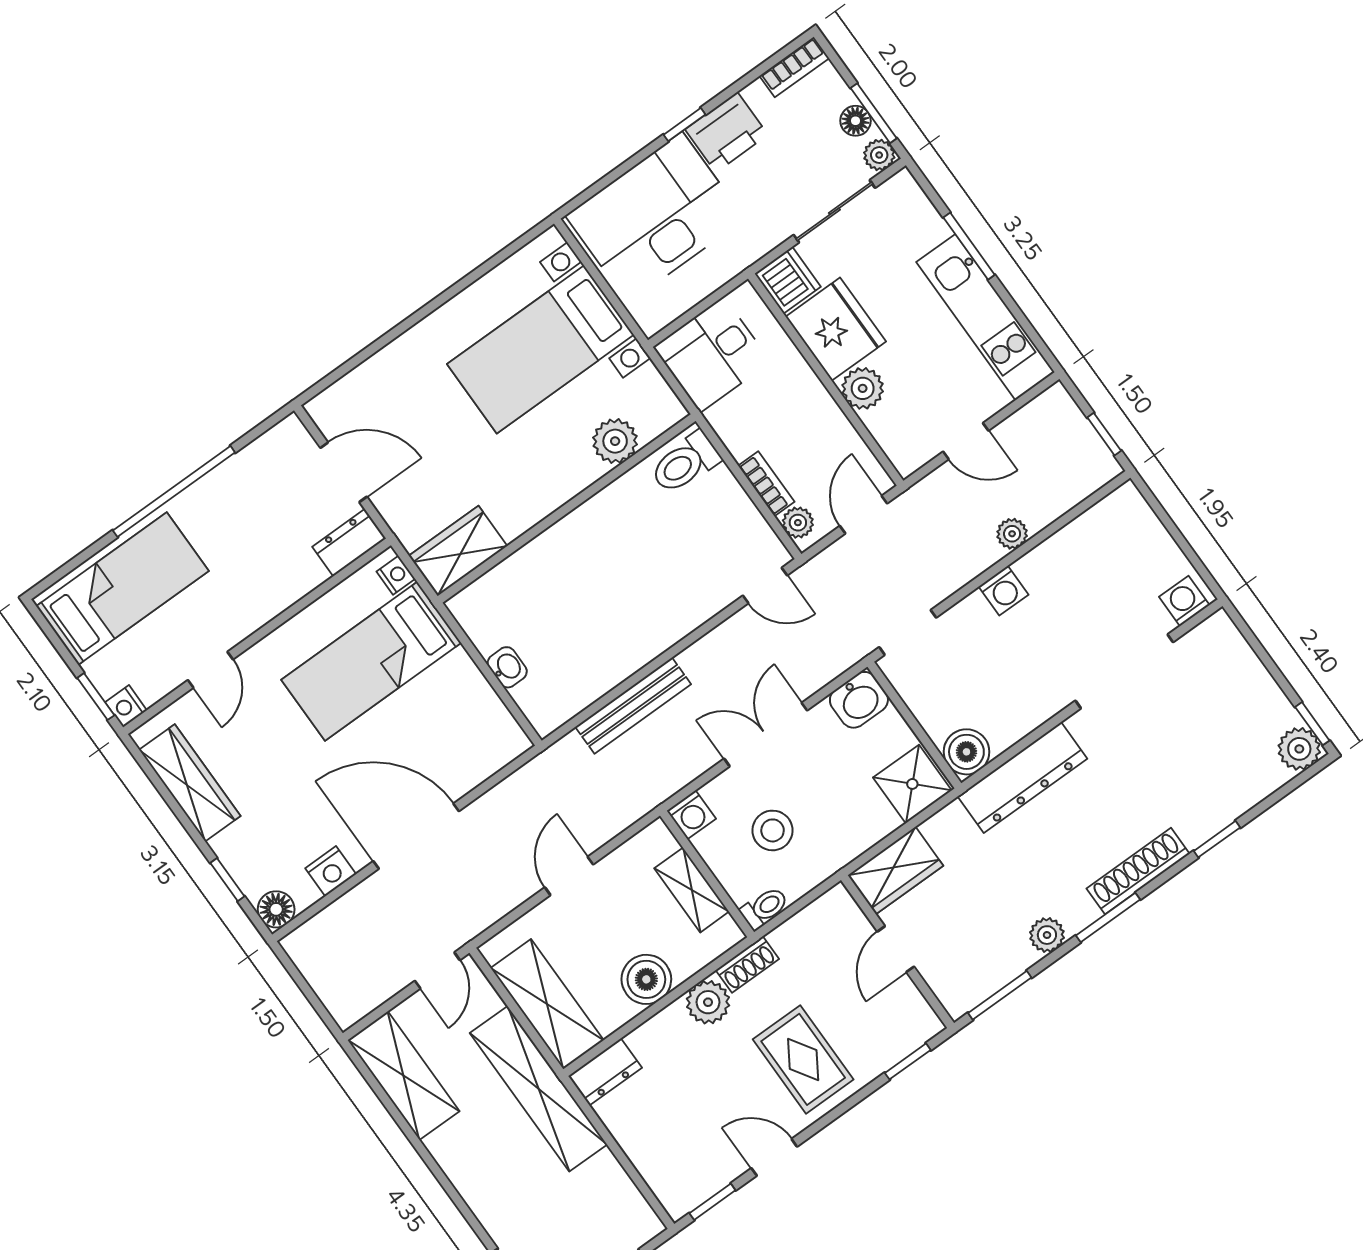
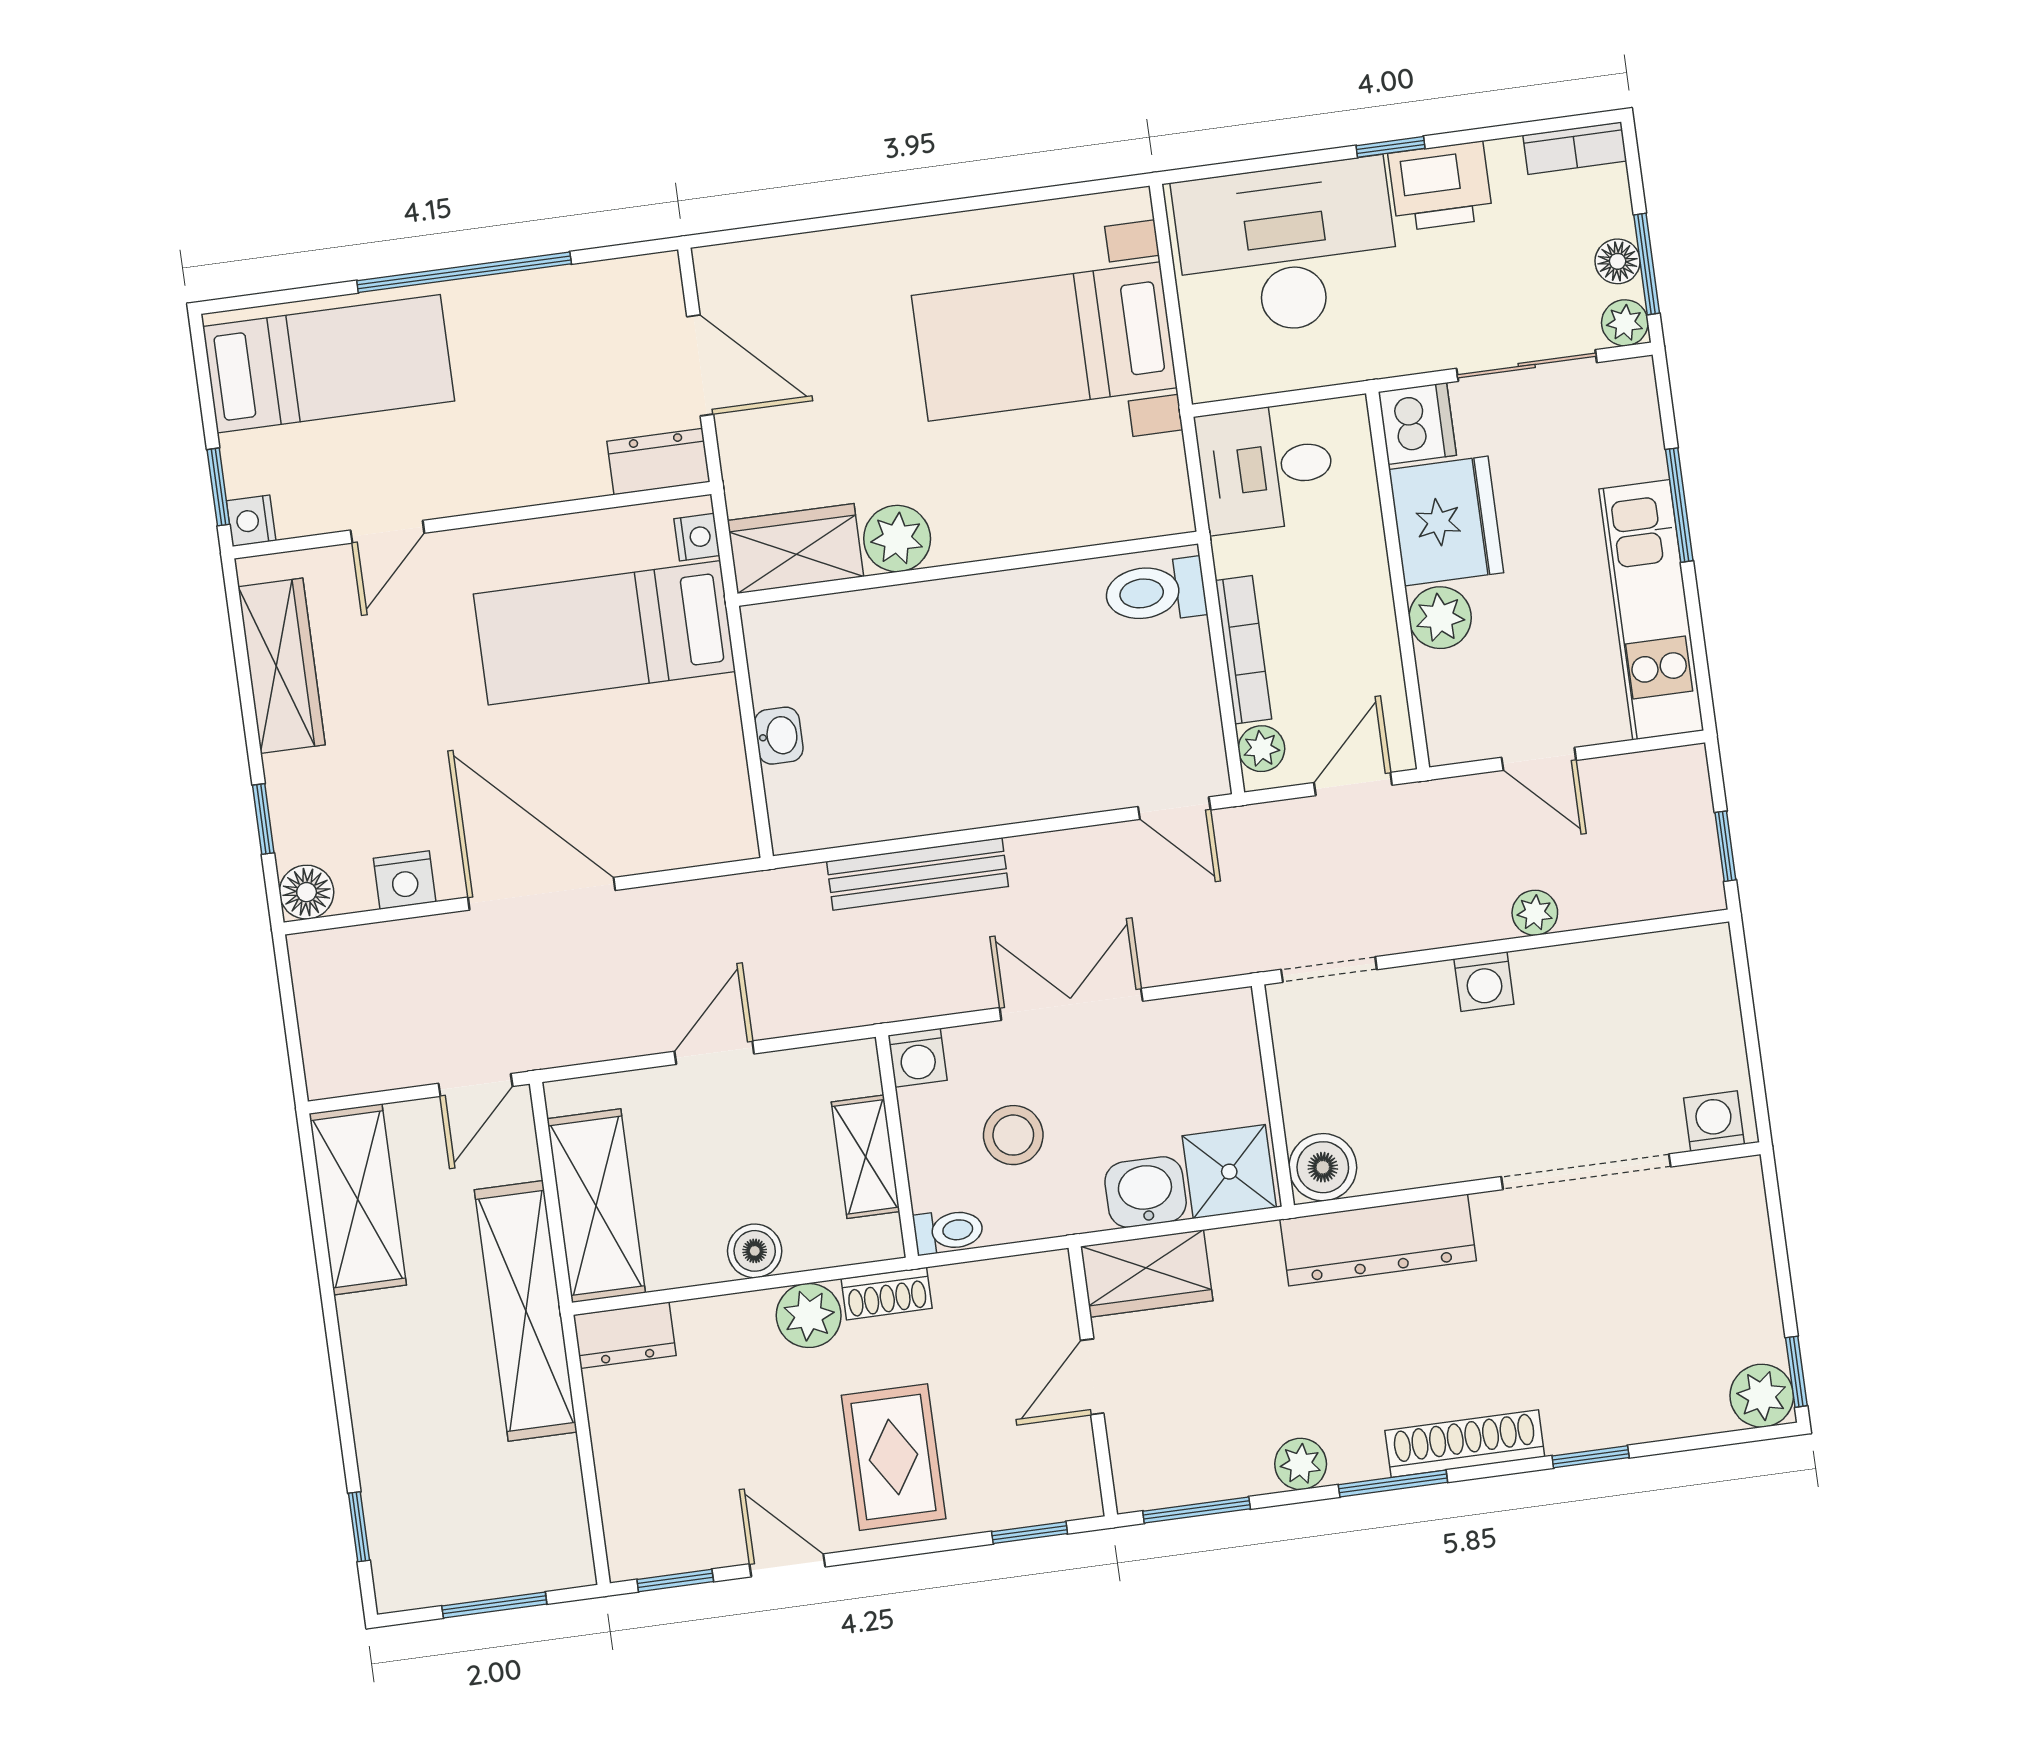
plant: (615, 441) -> (897, 539), moved
bookcase: (766, 484) -> (1244, 650), width x1.56
washbasin: (859, 700) -> (1146, 1192), moved, turned 180
boiler: (646, 979) -> (755, 1251), width x0.73, depth x0.73

